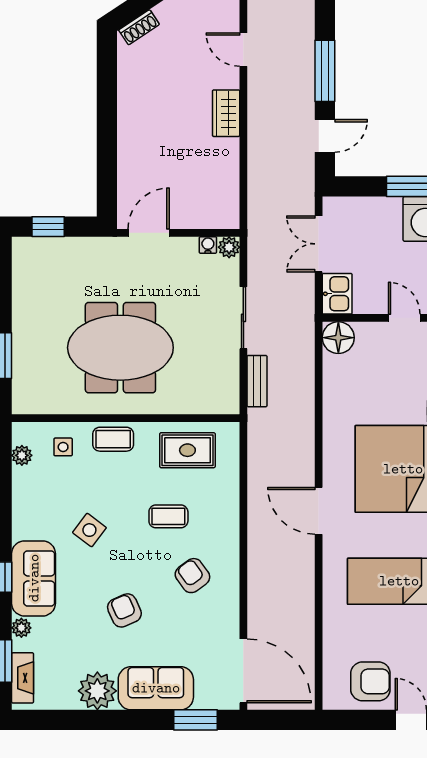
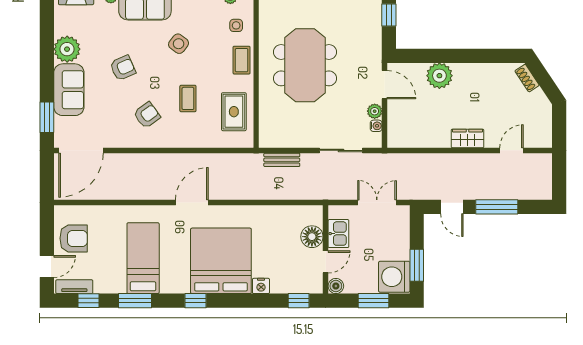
plant: (136, 154) -> (439, 76), added
plant: (229, 247) -> (375, 111), moved
kitchen sink: (337, 294) -> (338, 234), moved, turned -90
sliding door: (243, 318) -> (341, 150), moved
floor lamp: (338, 338) -> (312, 237), moved
armchair: (370, 681) -> (74, 238), turned -90

